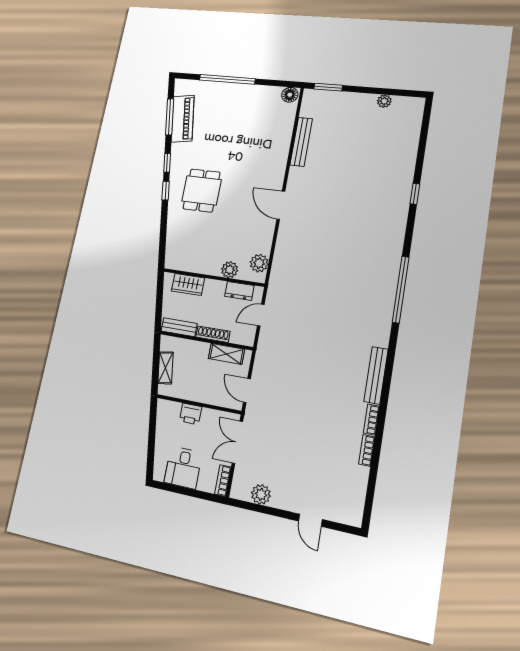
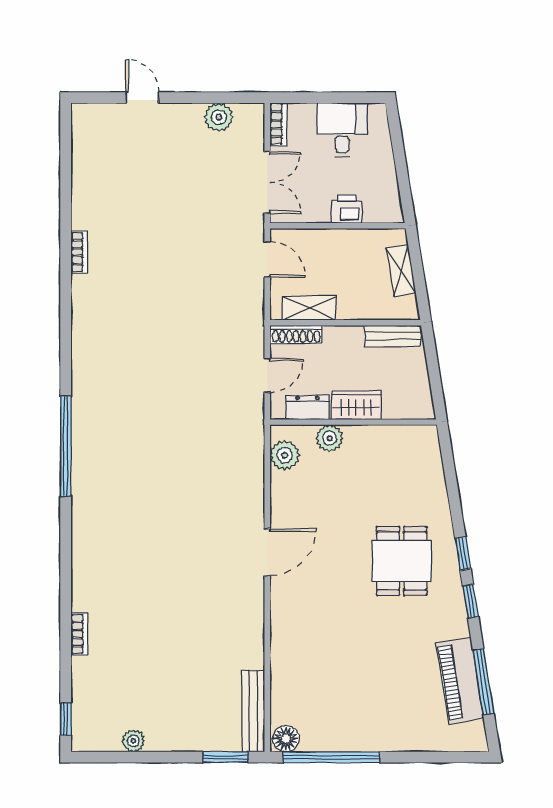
window: (227, 79) -> (331, 757), moved
bench: (301, 142) -> (253, 711), moved
window: (415, 194) -> (66, 719), moved
door: (281, 205) -> (267, 552), hinge flipped
wardrobe: (188, 284) -> (356, 405), moved
shoe rack: (213, 334) -> (296, 334), moved
bench: (376, 375) -> (82, 315), removed
bookcase: (367, 450) -> (79, 634), moved

